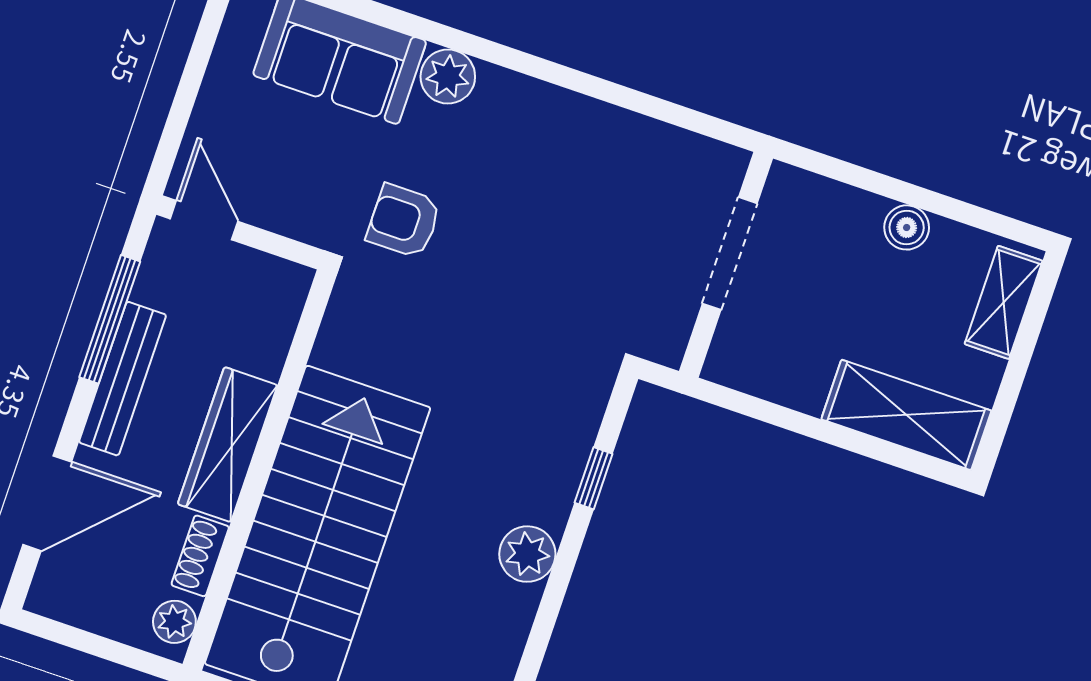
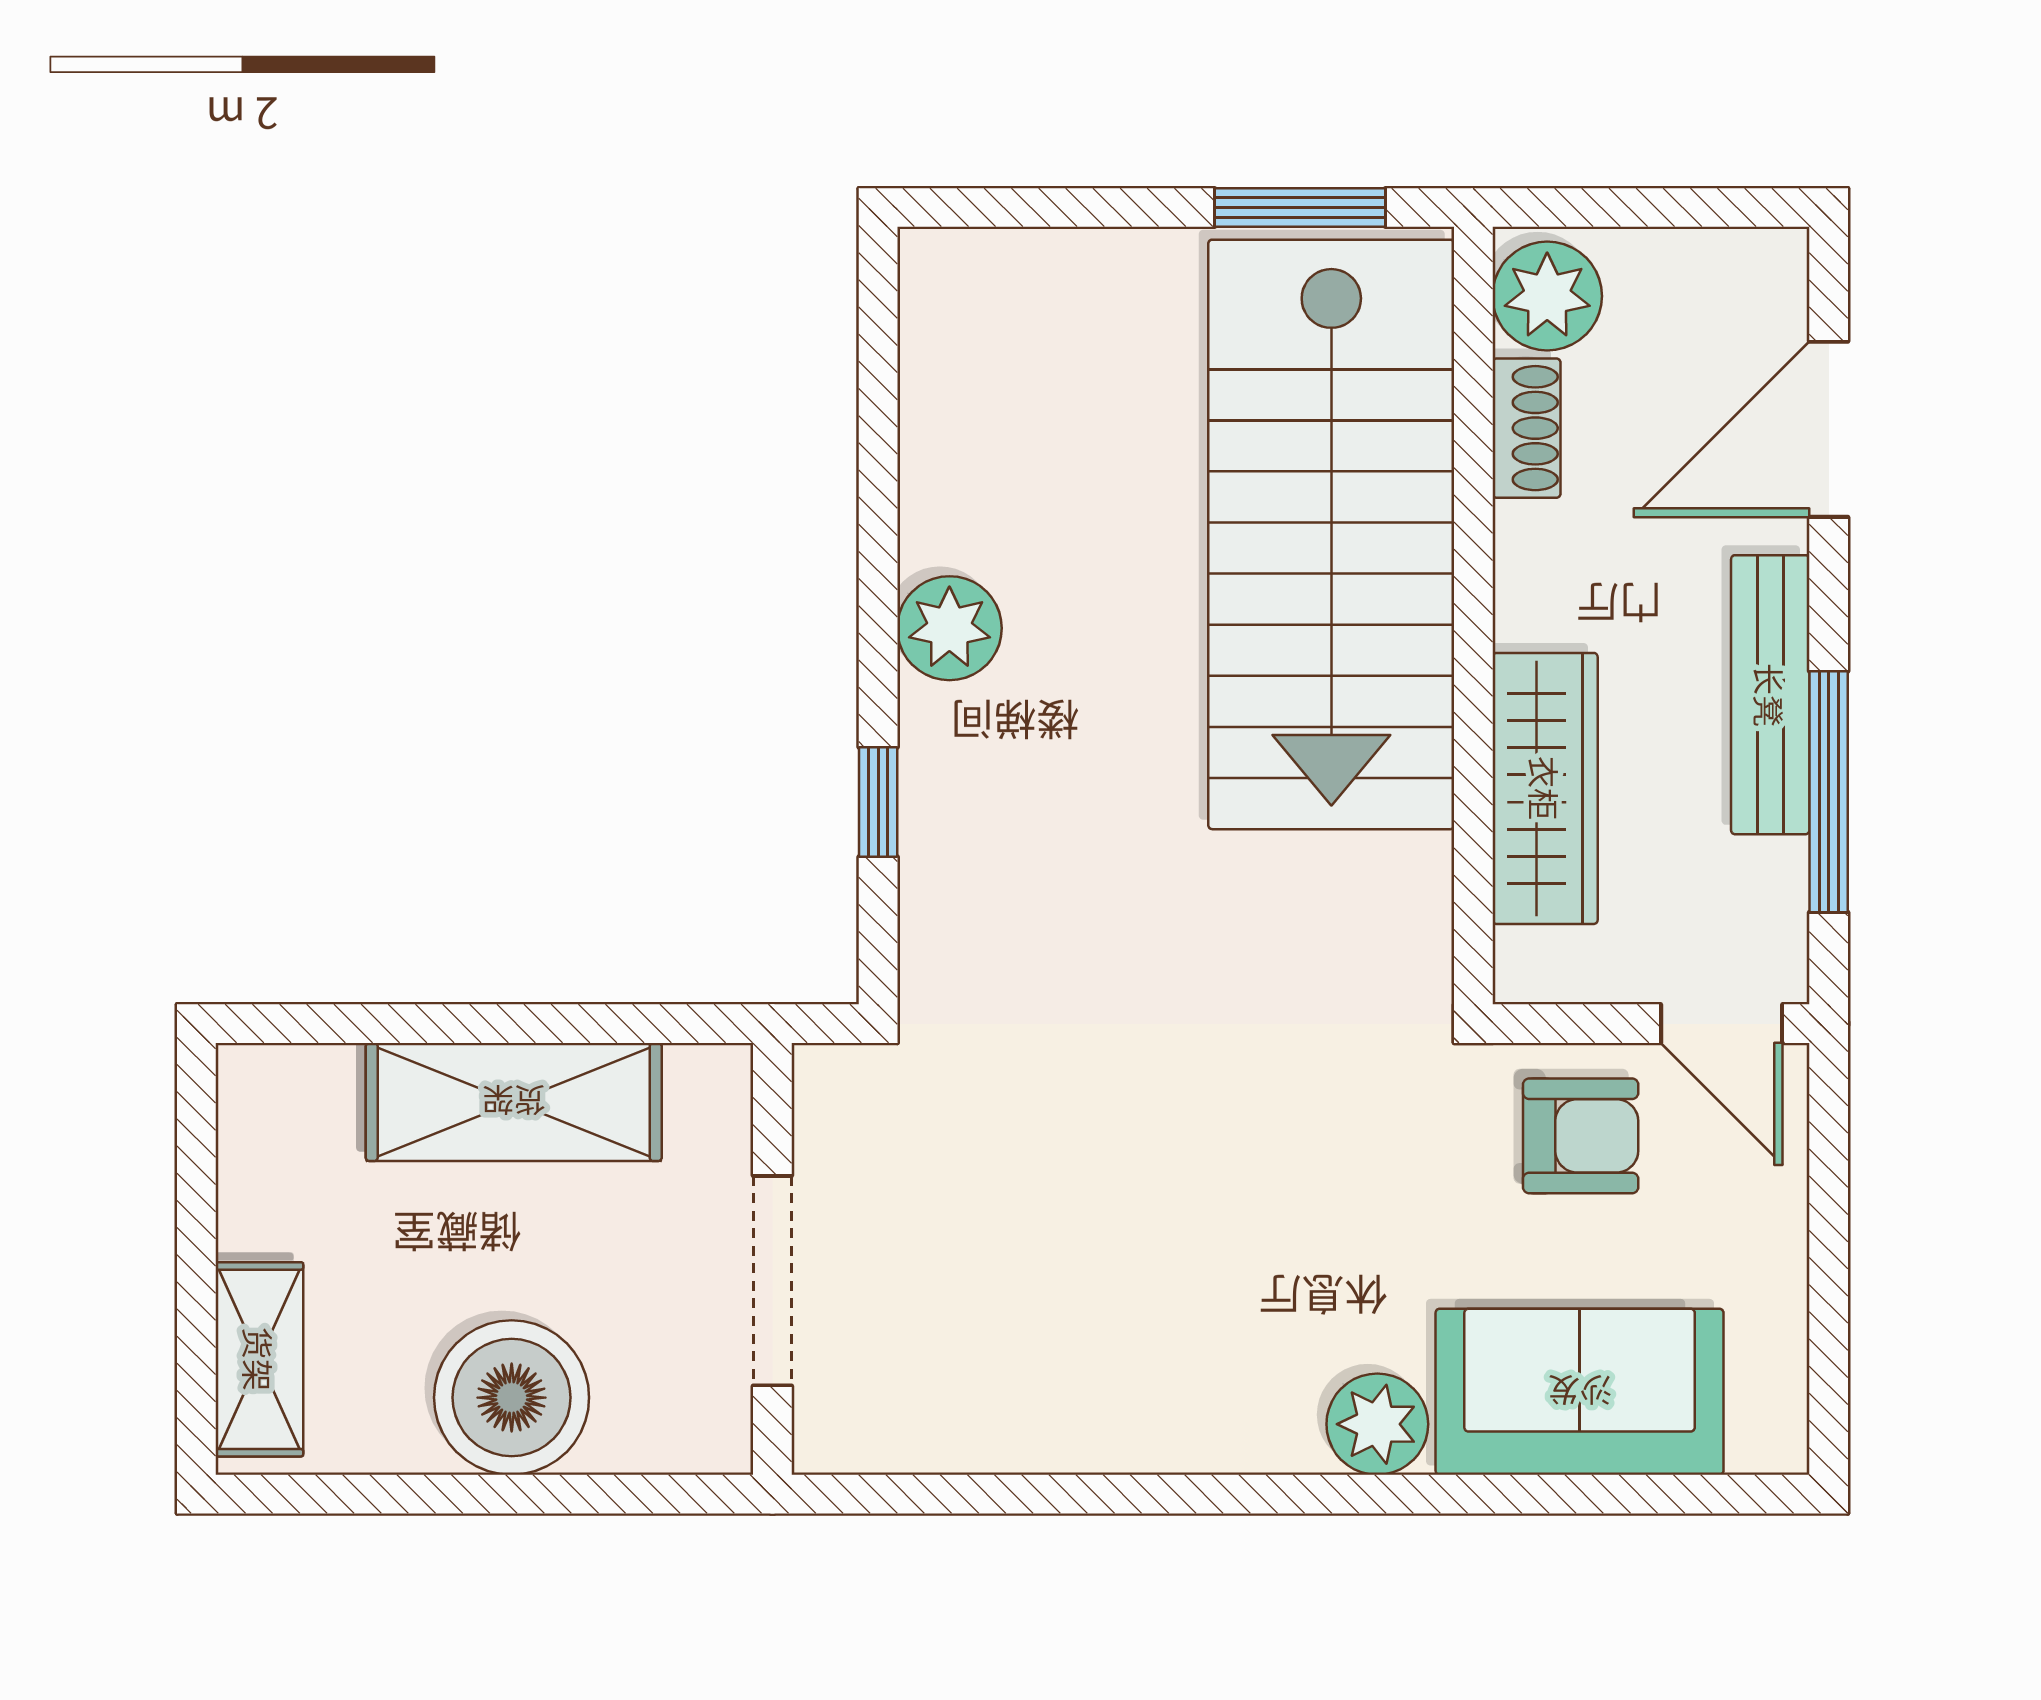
armchair: (404, 221) -> (1581, 1136), moved
boiler: (907, 227) -> (512, 1398), width x1.86, depth x1.86
shelving: (906, 415) -> (514, 1102), moved
wardrobe: (228, 445) -> (1545, 788), moved
plant: (174, 622) -> (1547, 296), width x1.38, depth x1.38

